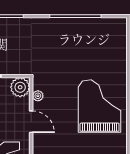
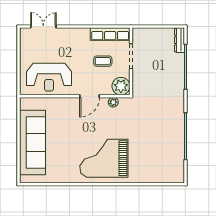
grand piano: (100, 106) -> (104, 158), turned 180

